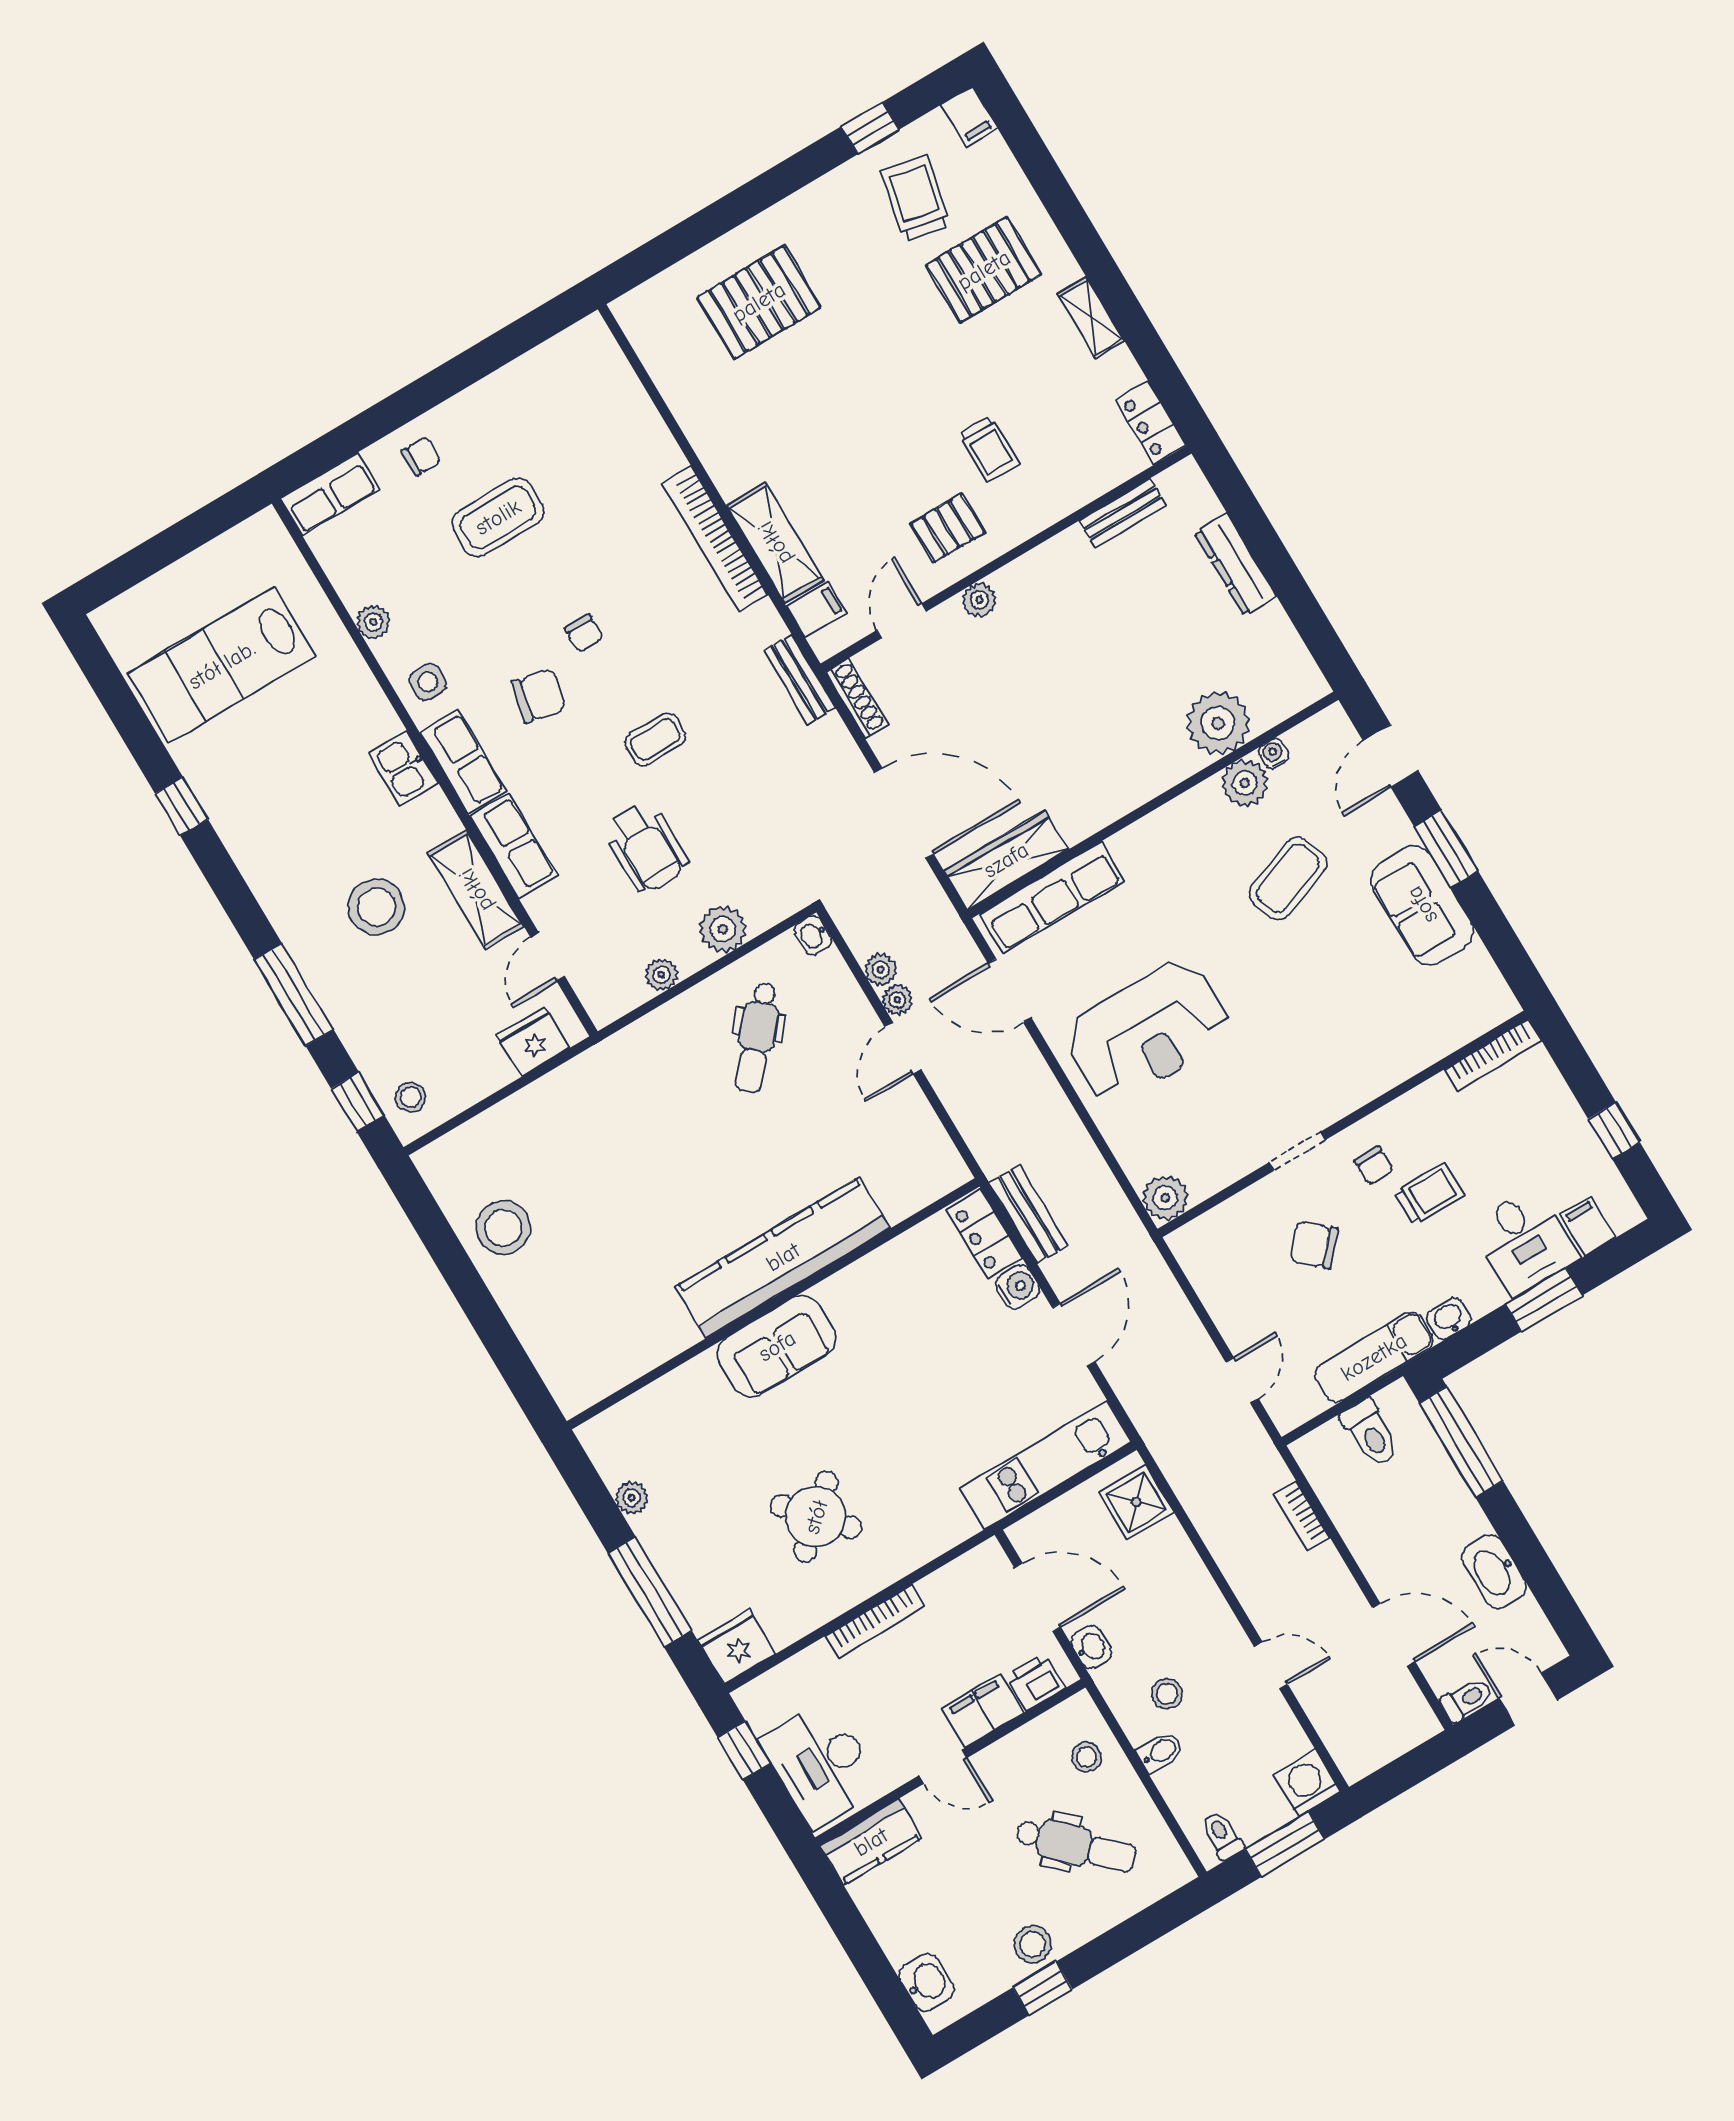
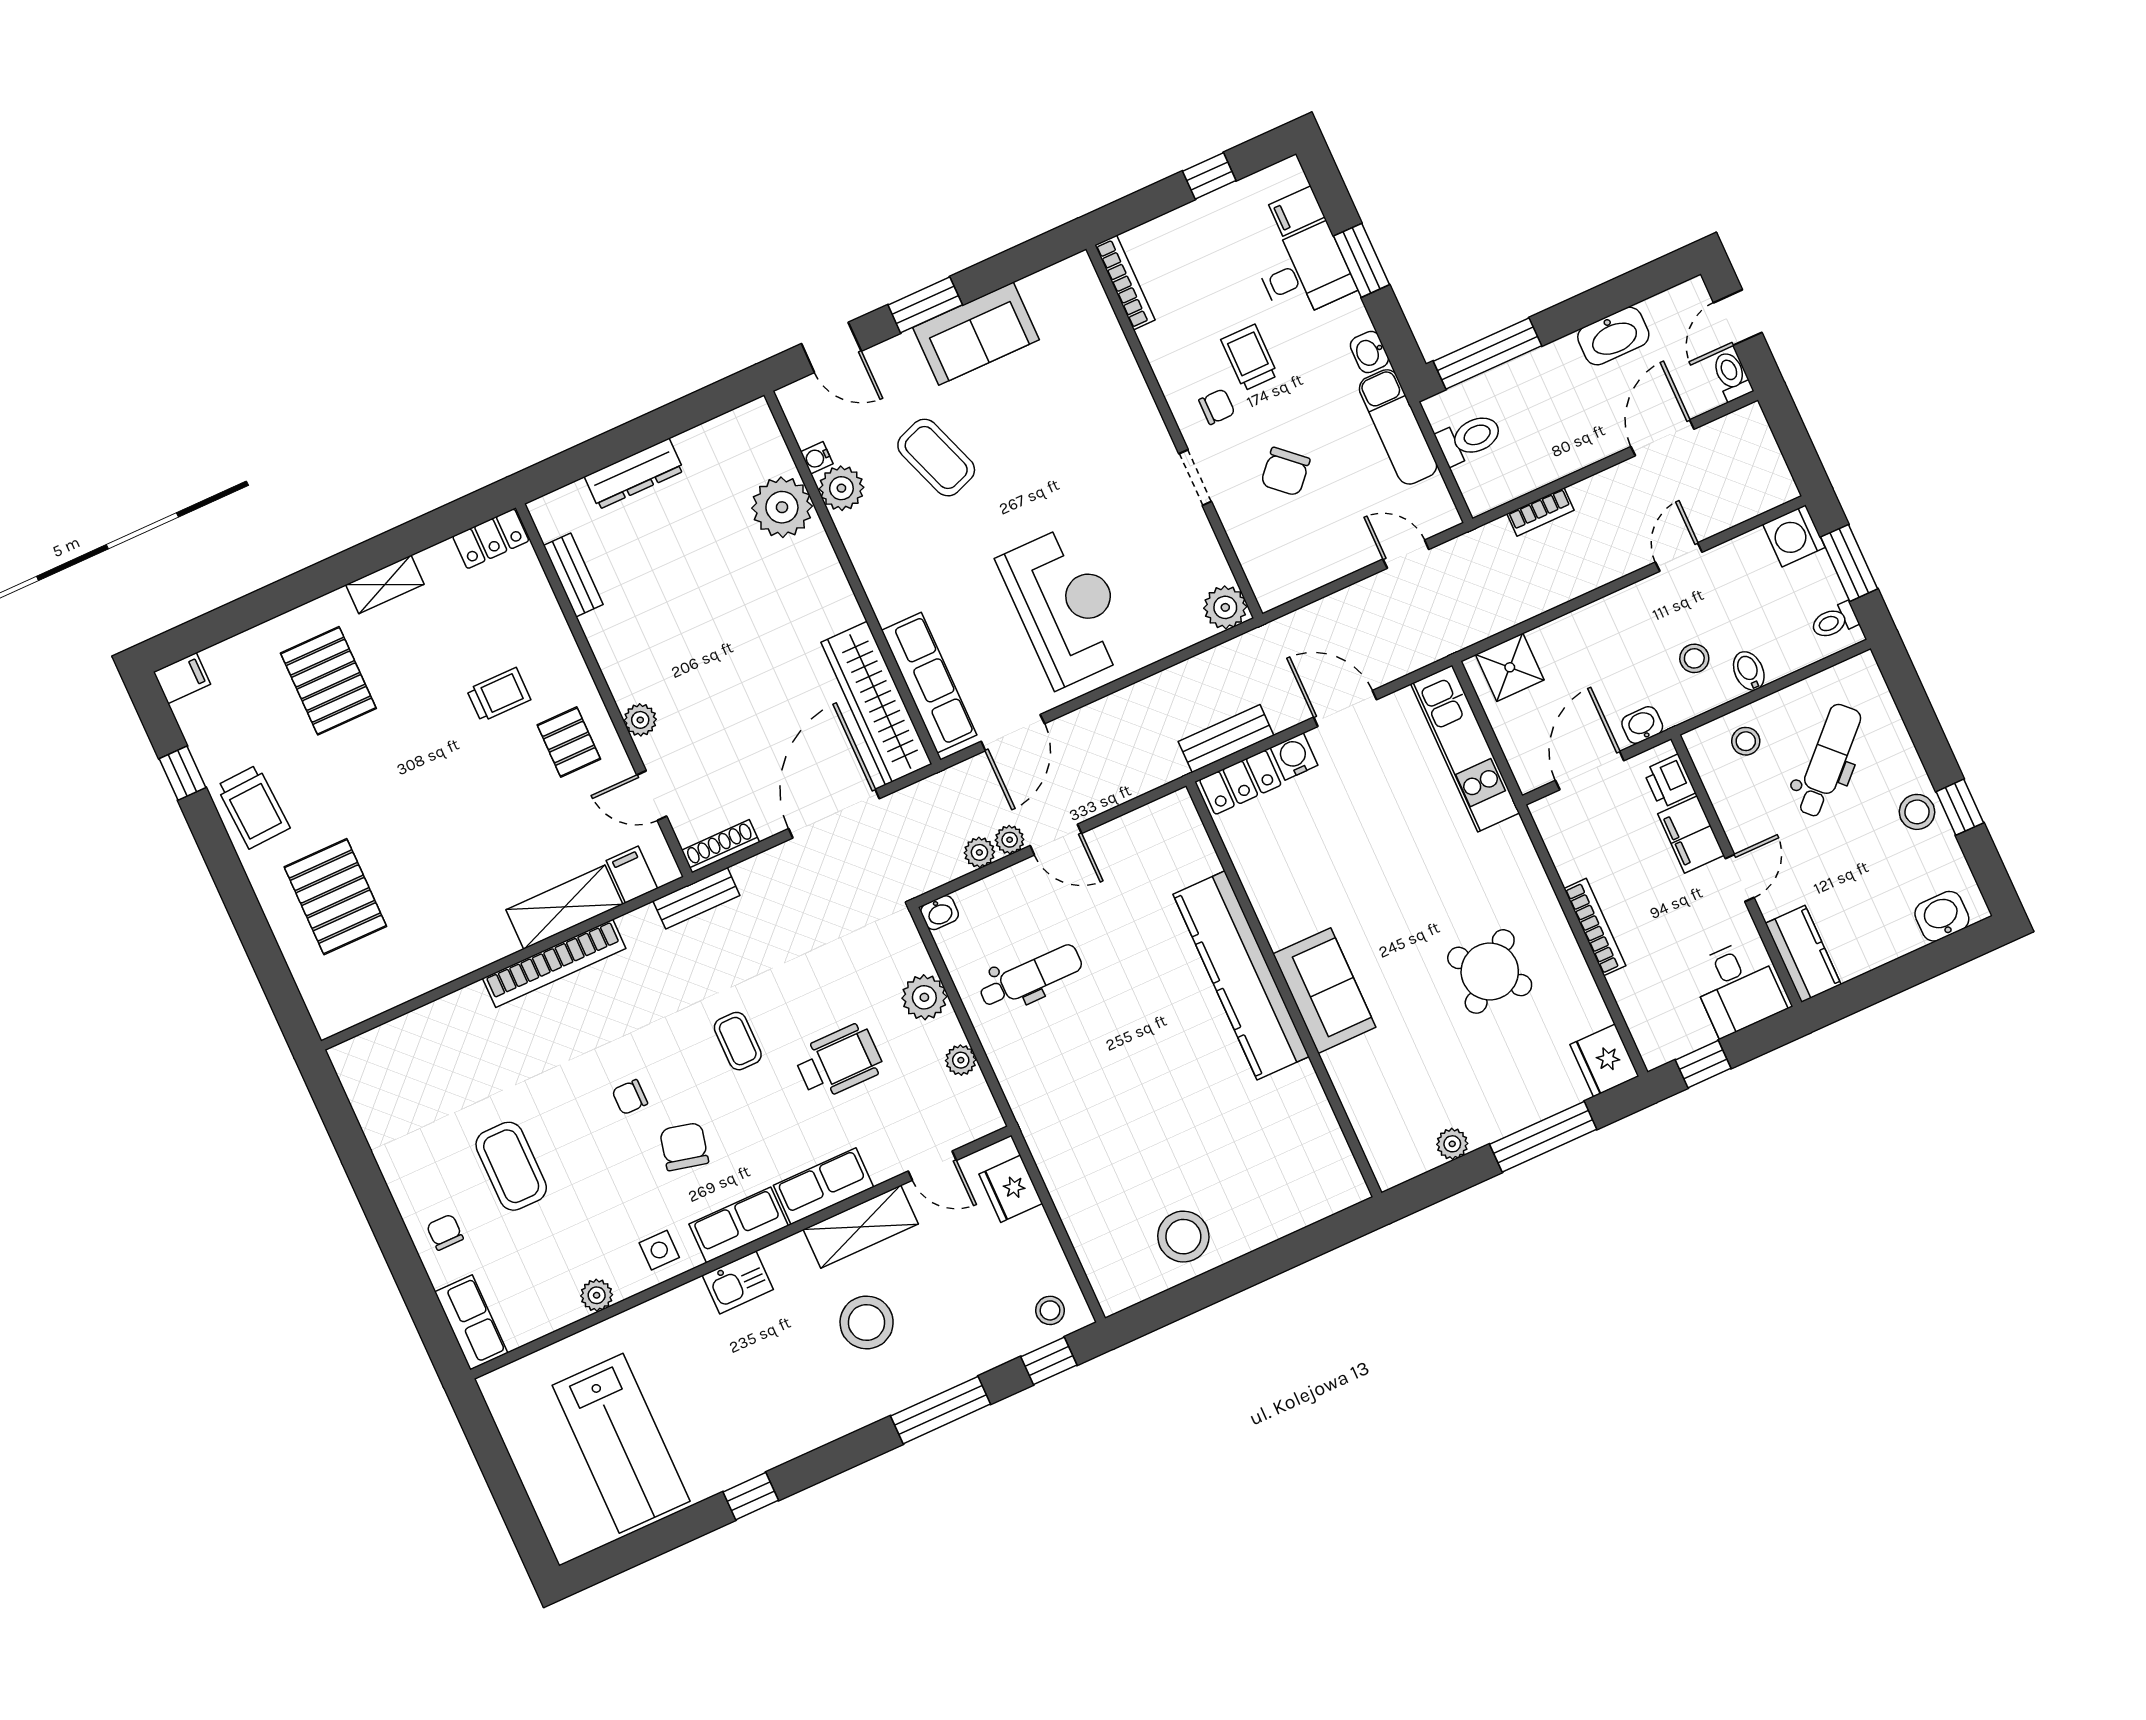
trolley: (916, 198) -> (253, 807), moved, turned -105
chair: (584, 633) -> (630, 1097), turned 180
wardrobe: (1006, 860) -> (876, 703), width x1.40, depth x1.17
dental chair: (757, 1038) -> (1031, 977), turned -41
desk: (821, 1764) -> (1737, 987), width x0.73

